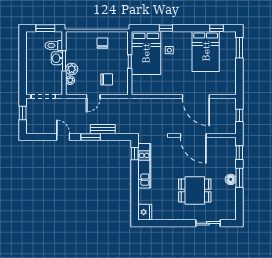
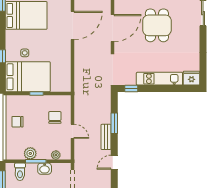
washbasin: (57, 58) -> (45, 169), moved
plant: (72, 69) -> (30, 153), moved
bench: (103, 129) -> (106, 137), moved
window: (91, 137) -> (114, 123), moved
kitchen unit: (144, 166) -> (159, 79), moved
dining table: (195, 191) -> (157, 25), moved

